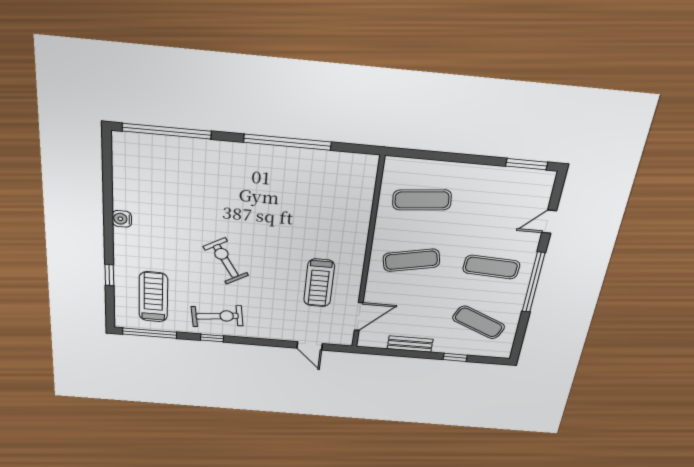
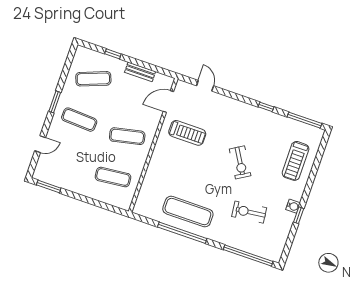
exercise mat: (287, 176) -> (188, 212), added
window: (109, 275) -> (299, 215), moved
window: (533, 282) -> (55, 102), width x0.47
treadmill: (319, 283) -> (187, 133), turned 90
treadmill: (153, 297) -> (296, 161), moved
exercise bike: (217, 316) -> (249, 212), moved
exercise mat: (479, 322) -> (93, 79), turned -45

